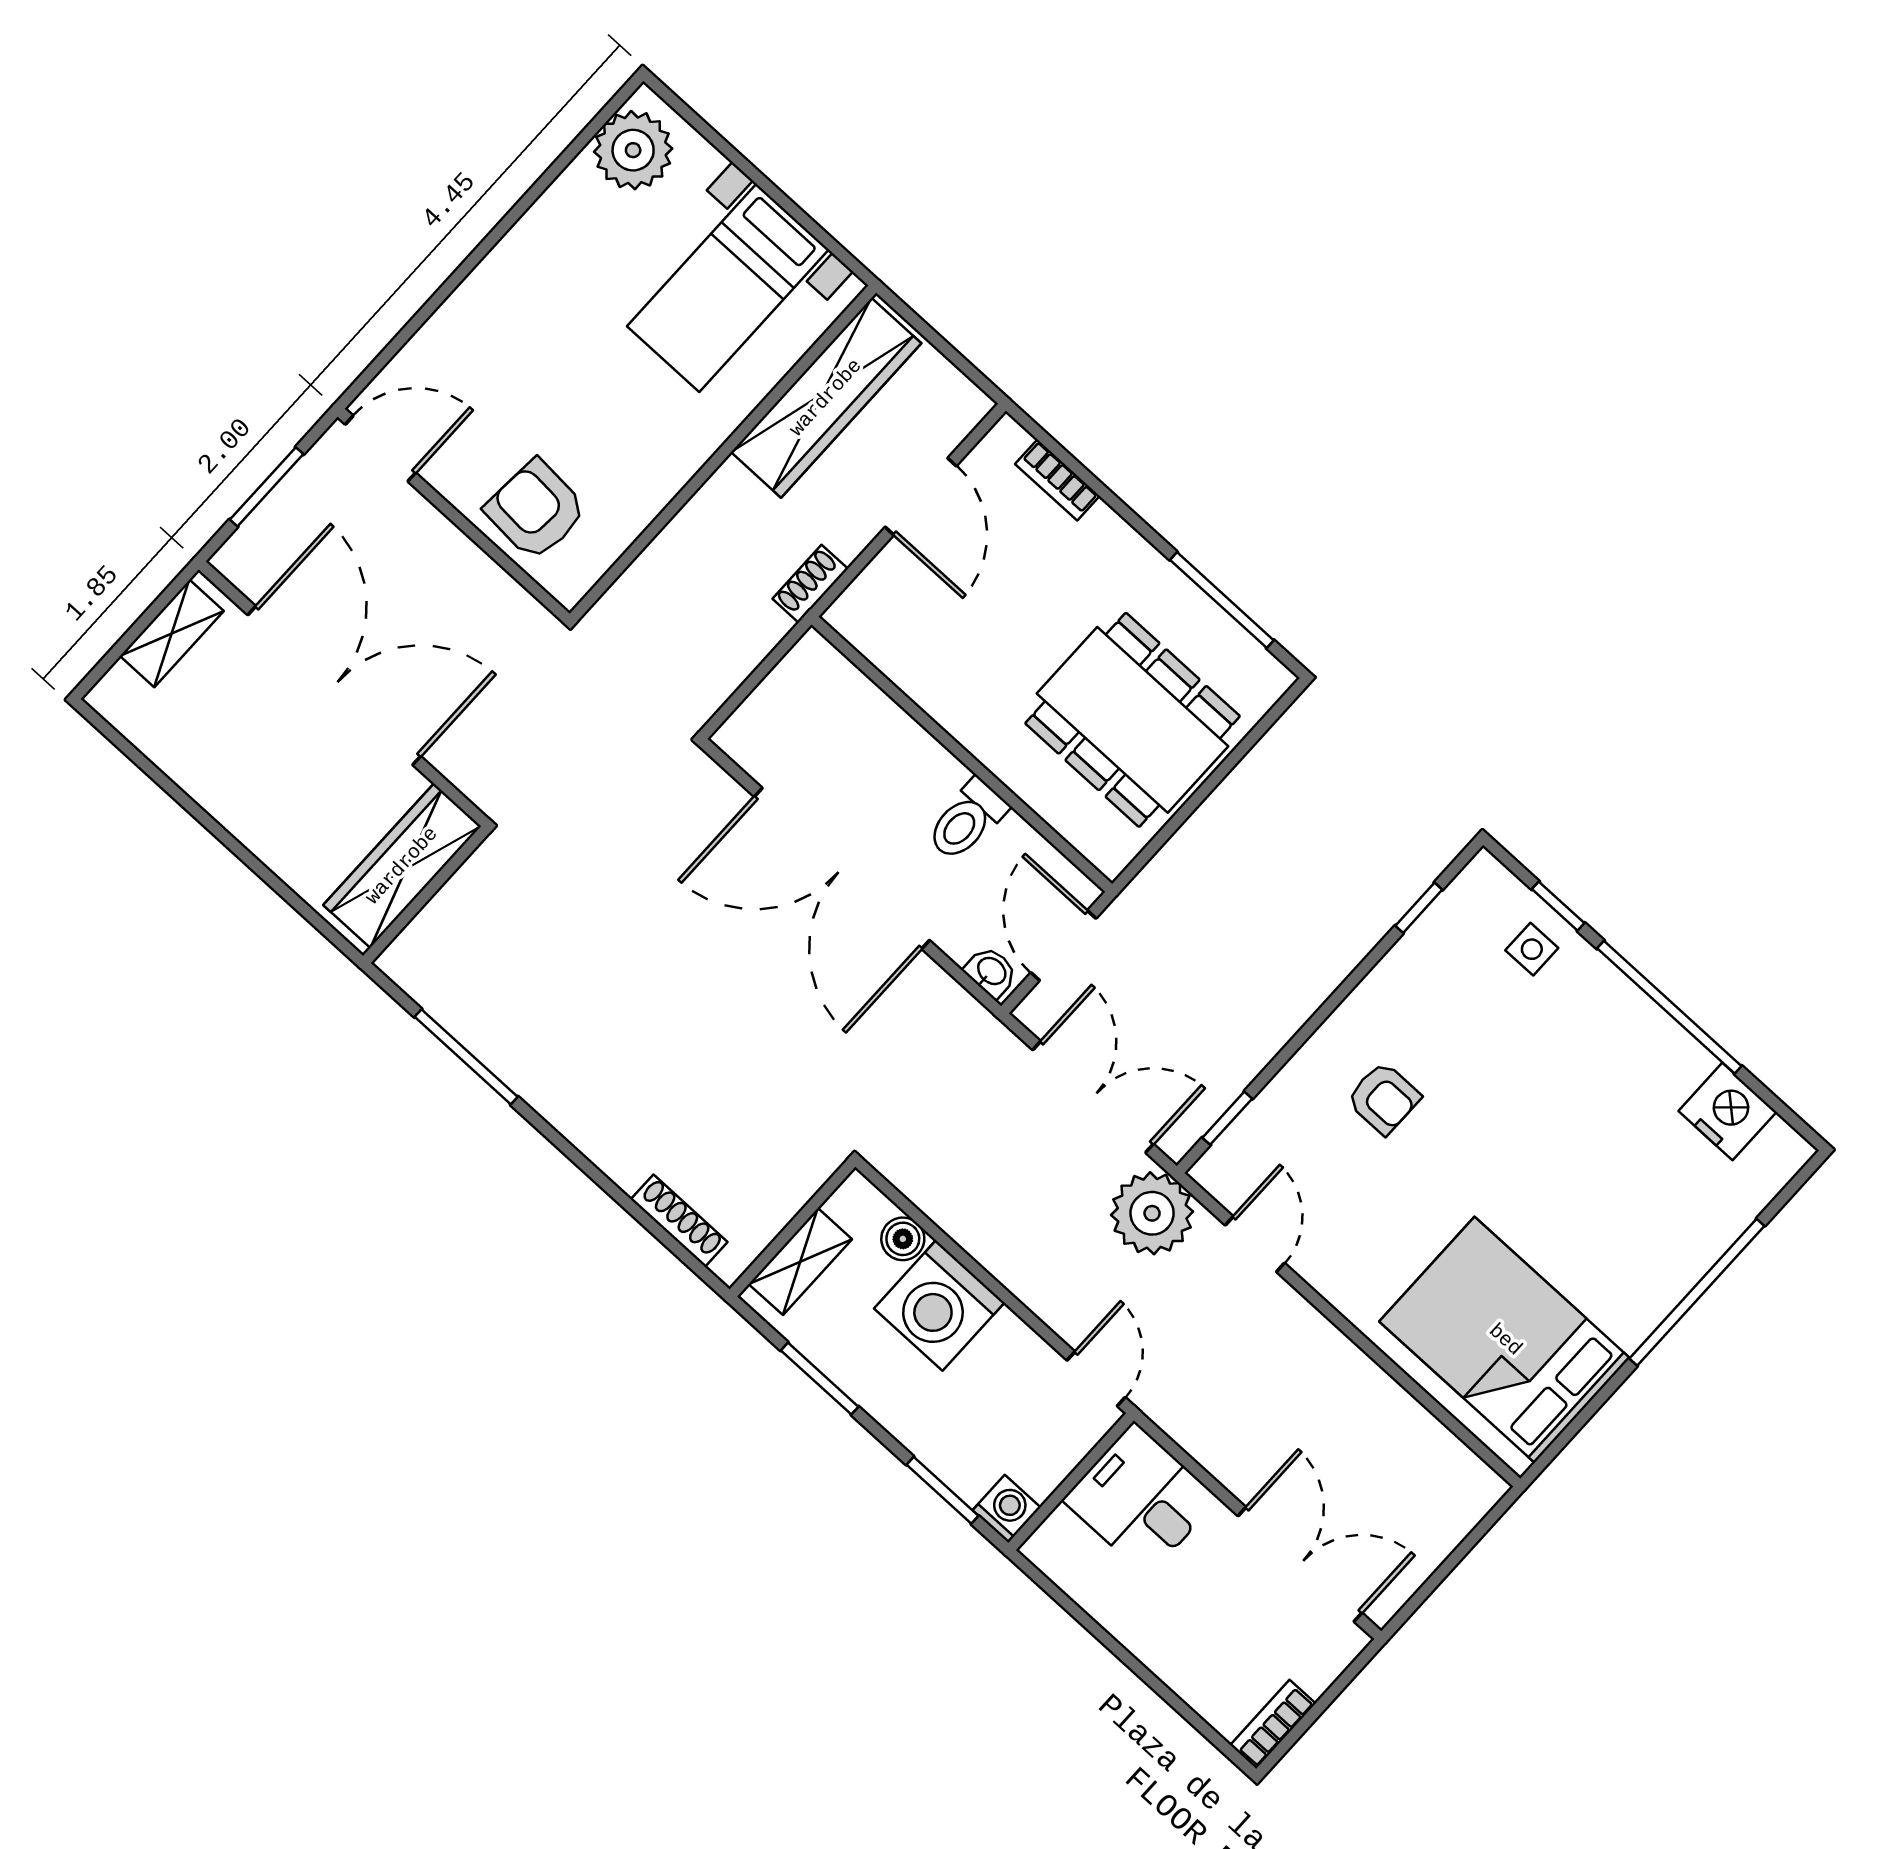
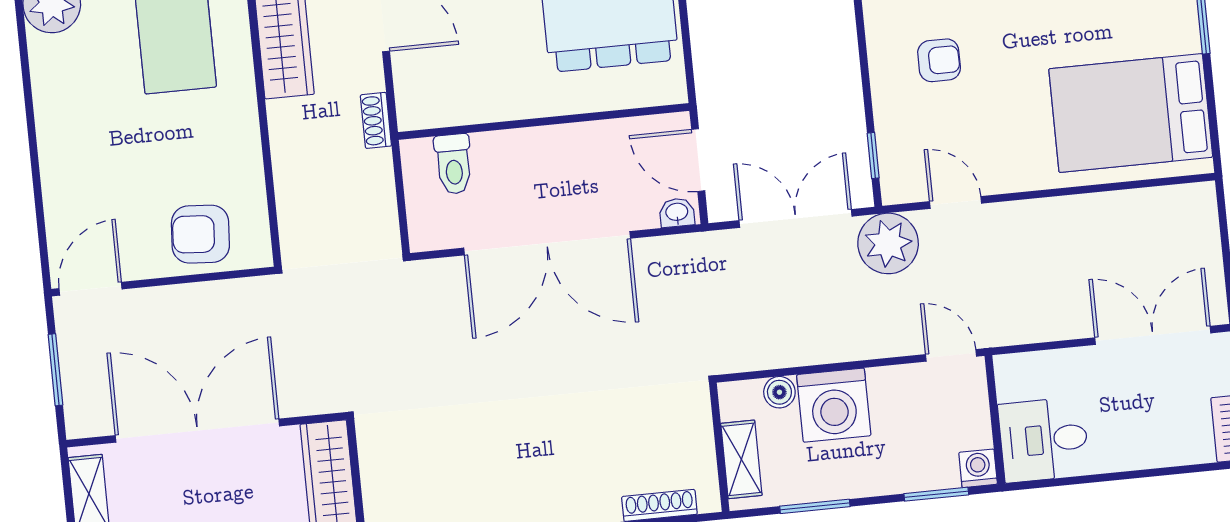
toilet: (967, 820) -> (454, 164), moved
desk: (1141, 1499) -> (1044, 440), moved

